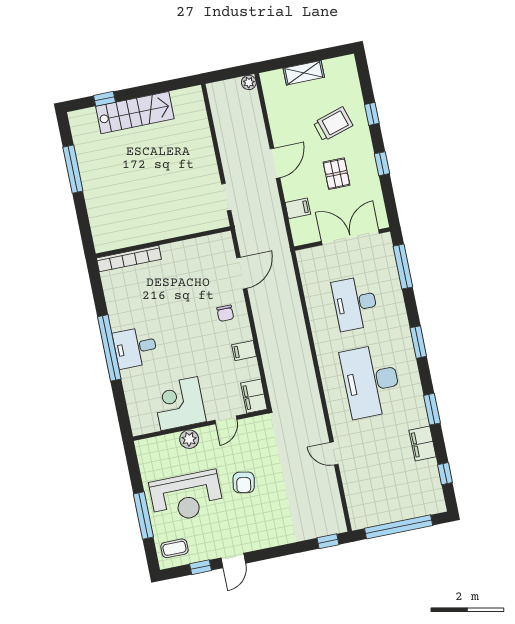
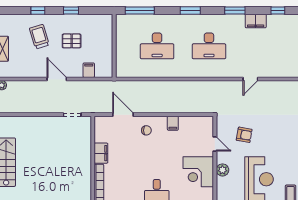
double door: (350, 237) -> (114, 40), removed
desk: (371, 381) -> (209, 46), width x0.73, depth x0.77
filing cabinet: (254, 396) -> (101, 153), moved, turned -90
armchair: (244, 482) -> (244, 135), moved

